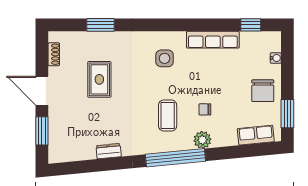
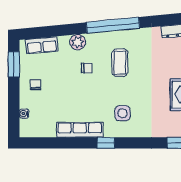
window: (251, 25) -> (106, 143), moved
chair: (263, 91) -> (36, 85), width x0.54, depth x0.54
plant: (202, 140) -> (78, 42), moved

